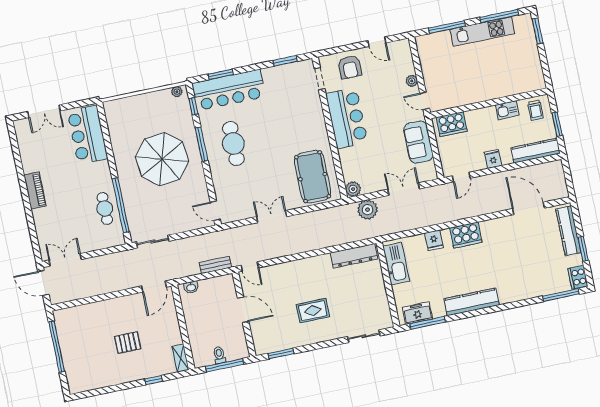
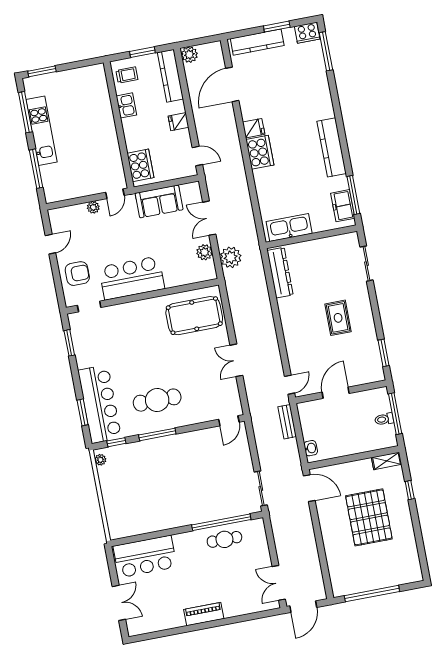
parasol: (162, 159) -> (172, 477), removed
plant: (556, 168) -> (189, 55), added
plant: (353, 189) -> (204, 252), moved
fridge: (434, 240) -> (254, 128), moved
pallet: (128, 343) -> (369, 517), width x2.05, depth x2.00

